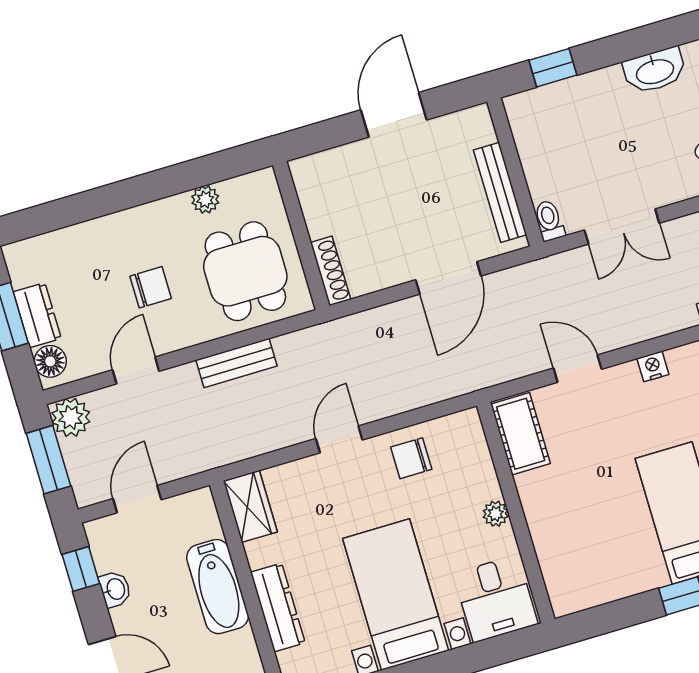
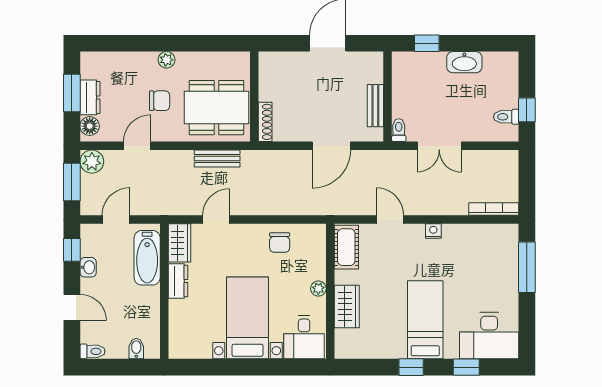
washbasin: (655, 71) -> (464, 62), moved
bench: (500, 192) -> (375, 106), width x0.73
plant: (205, 200) -> (166, 60), moved
dining table: (245, 271) -> (216, 108), width x1.38
bench: (236, 363) -> (217, 159), moved
door: (339, 439) -> (216, 220), moved
chair: (411, 458) -> (280, 243), turned -90
wardrobe: (550, 529) -> (347, 307), added
bathtub: (218, 587) -> (147, 258), moved
dresser: (278, 608) -> (178, 281), moved, width x0.70

